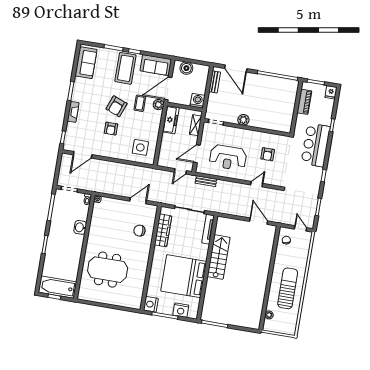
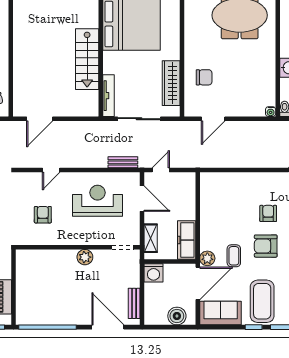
armchair: (117, 106) -> (266, 246), turned -111
side table: (140, 147) -> (223, 194), removed
door: (197, 154) -> (142, 199), hinge flipped
door: (259, 221) -> (40, 119), hinge flipped

